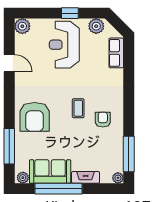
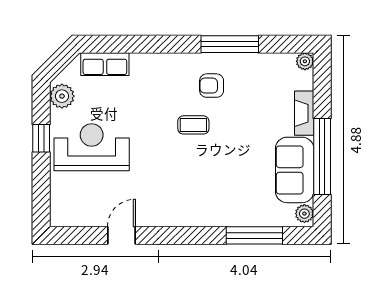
plant: (22, 26) -> (62, 214), removed
reception desk: (64, 45) -> (92, 147), turned 180
armchair: (35, 117) -> (207, 195), removed
window: (129, 154) -> (230, 44), moved

